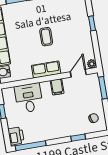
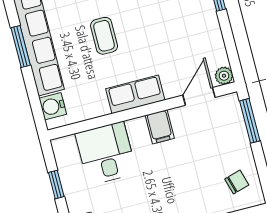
coffee table: (46, 37) -> (104, 36), moved

